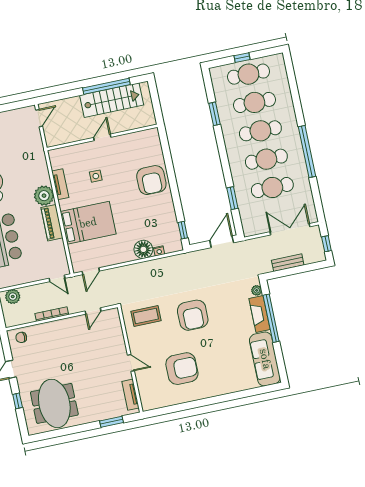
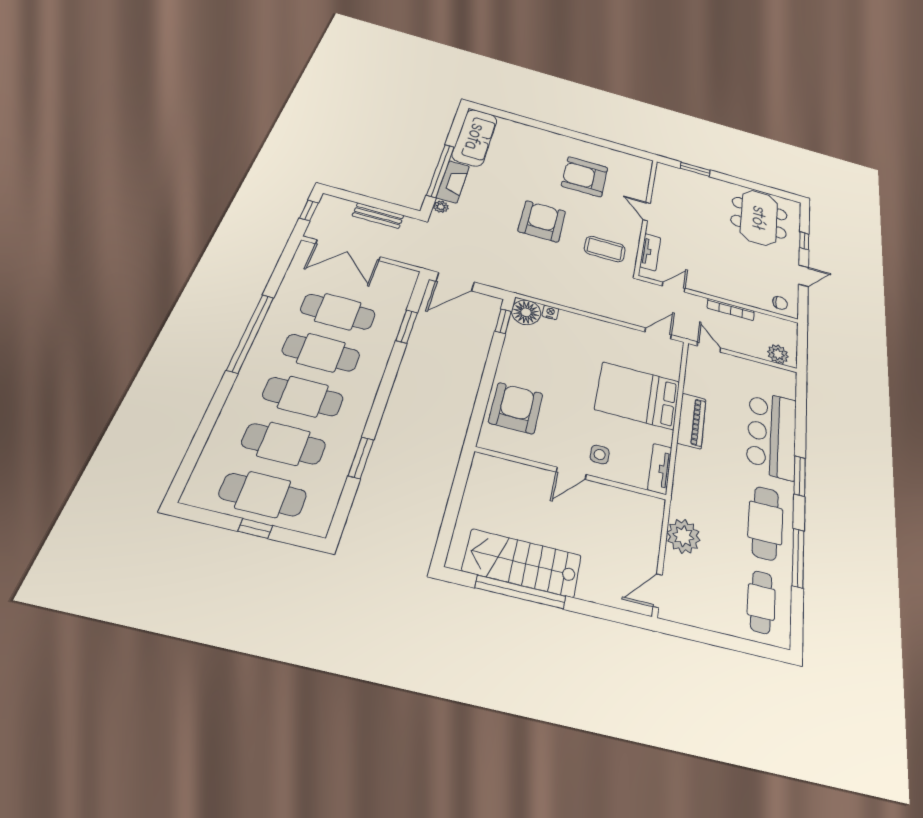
door: (102, 137) -> (571, 473), moved
wall: (102, 137) -> (571, 473), moved
plant: (44, 196) -> (683, 536), moved
floor lamp: (143, 249) -> (526, 312), moved
tv unit: (130, 395) -> (650, 252), moved

